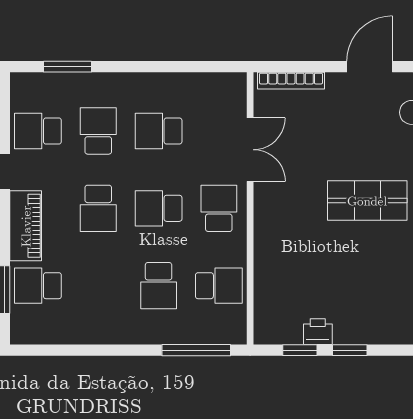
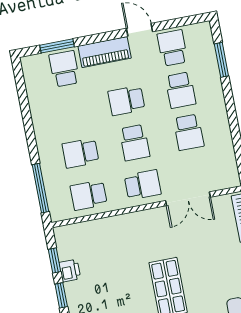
school desk: (98, 131) -> (181, 90), turned 90
school desk: (159, 131) -> (189, 132), turned 180
school desk: (159, 208) -> (135, 143), turned 180
school desk: (219, 286) -> (89, 195), turned 90

